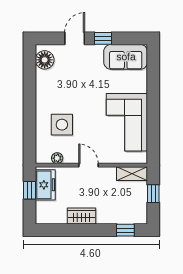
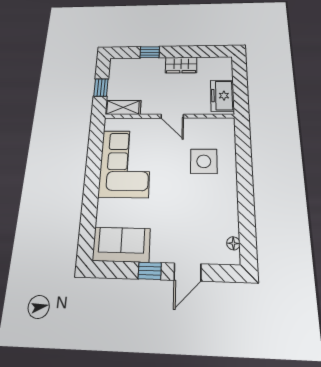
floor lamp: (45, 60) -> (233, 243), width x0.53, depth x0.53
plant: (57, 158) -> (209, 124), removed
window: (29, 190) -> (240, 90), removed
window: (125, 230) -> (150, 52), moved

